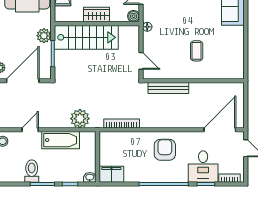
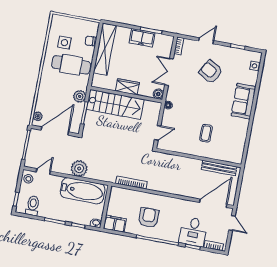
door: (141, 61) -> (158, 133), hinge flipped
bench: (168, 88) -> (219, 168), moved
plant: (80, 119) -> (79, 168), moved
door: (30, 130) -> (43, 171), moved
bathtub: (61, 140) -> (83, 191), width x1.36, depth x1.36
armchair: (165, 150) -> (149, 218), moved
toilet: (32, 171) -> (33, 206), moved

